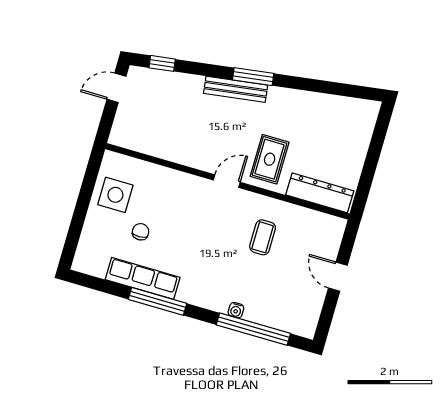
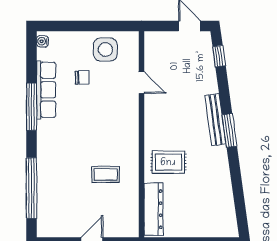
door: (227, 181) -> (142, 83), moved
water cooler: (236, 310) -> (42, 41), moved

